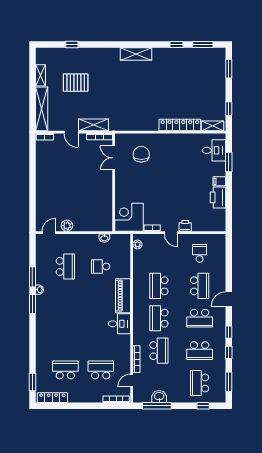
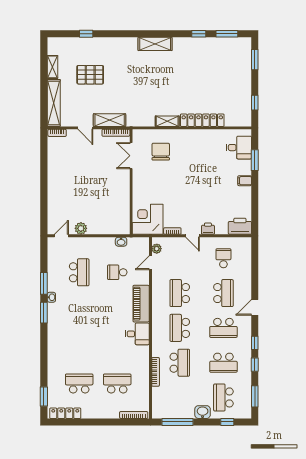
shelving: (213, 126) -> (167, 121), moved
printer: (218, 197) -> (240, 226), moved, turned 90
door: (132, 381) -> (150, 263), moved
washbasin: (159, 397) -> (203, 412), moved

